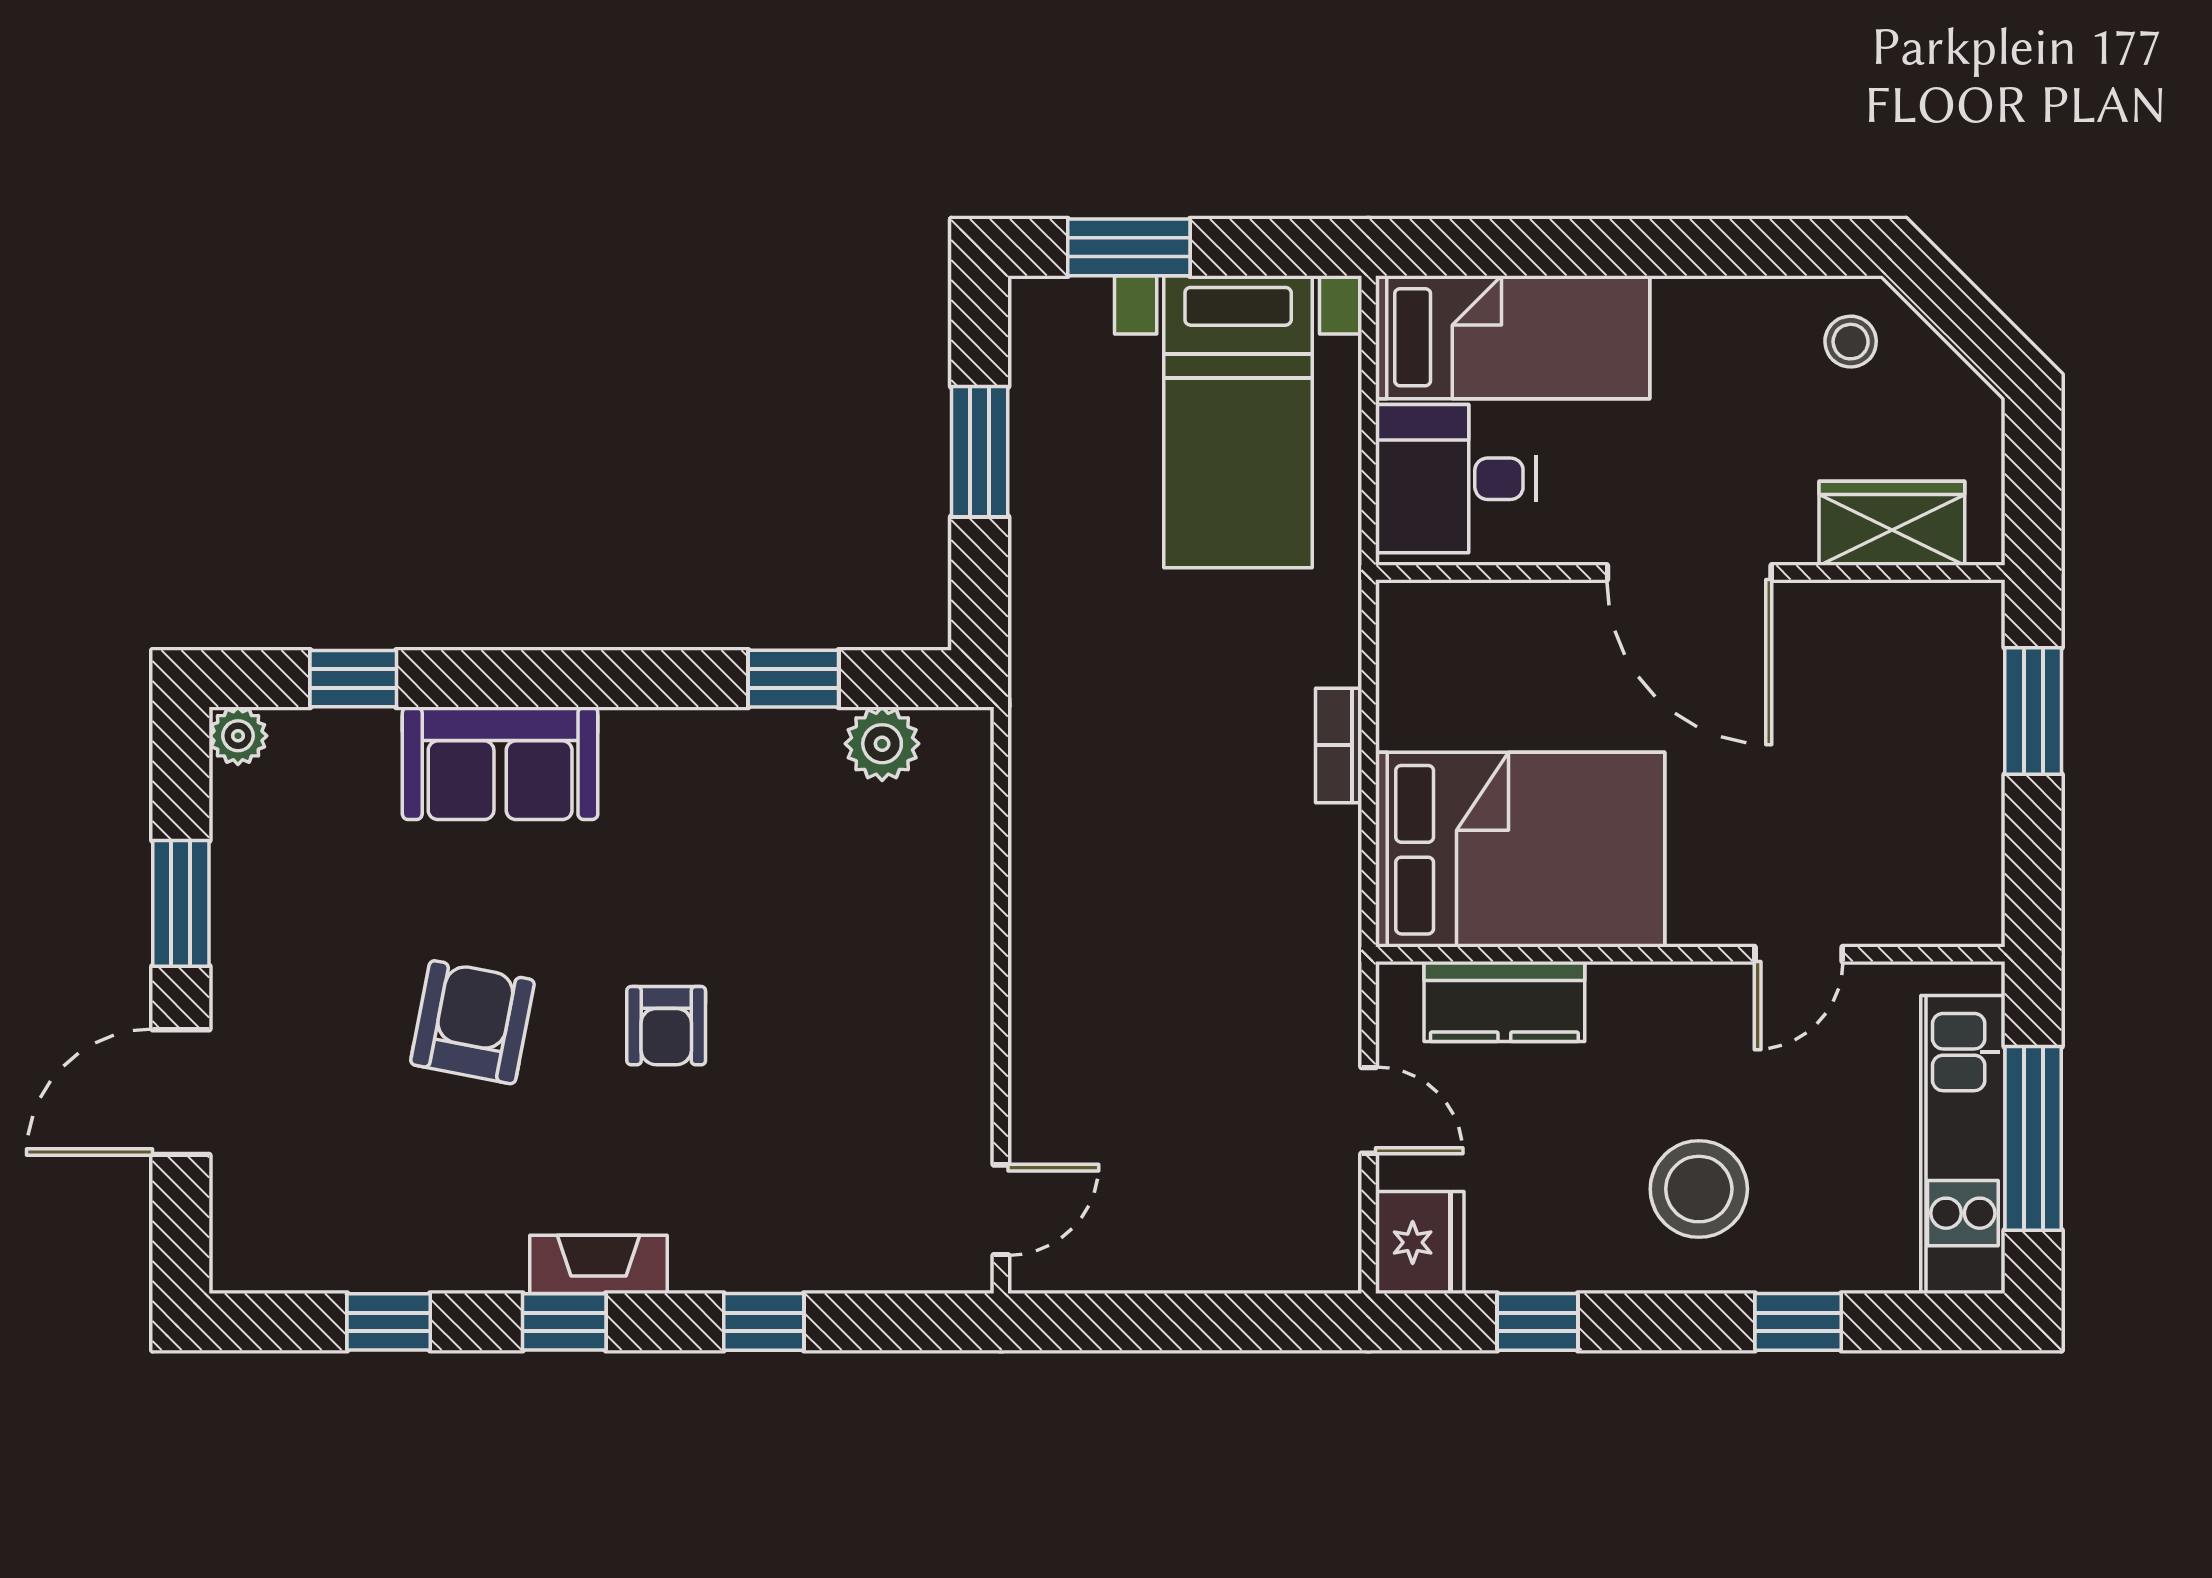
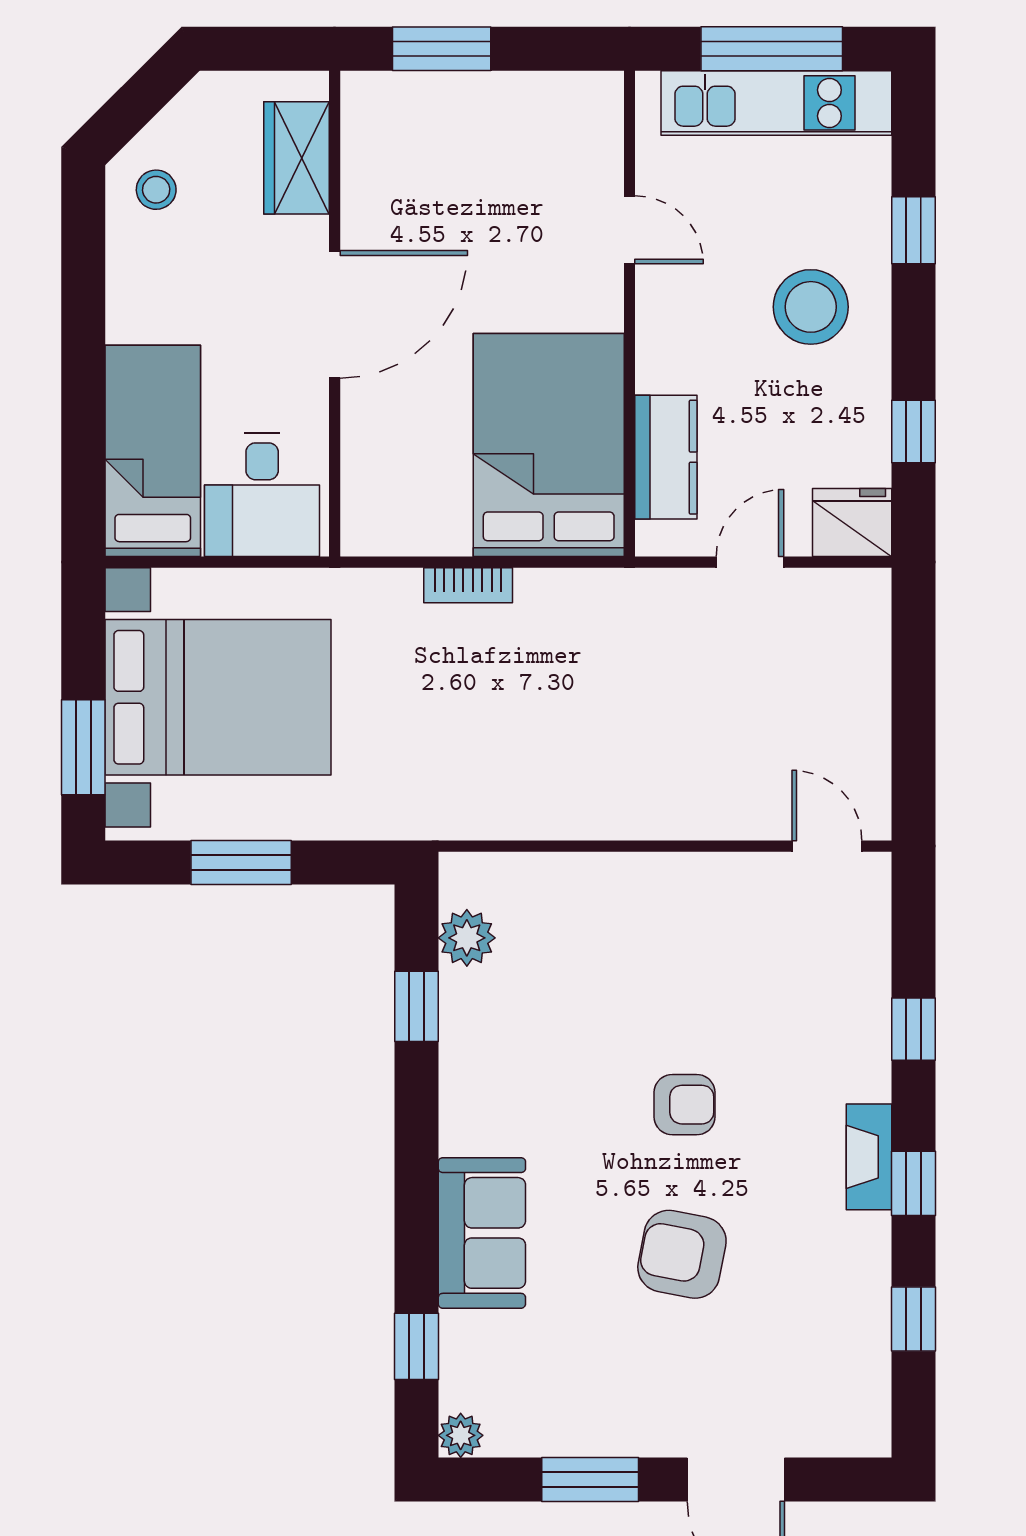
bed with nightstands: (1238, 422) -> (218, 697), width x1.36

